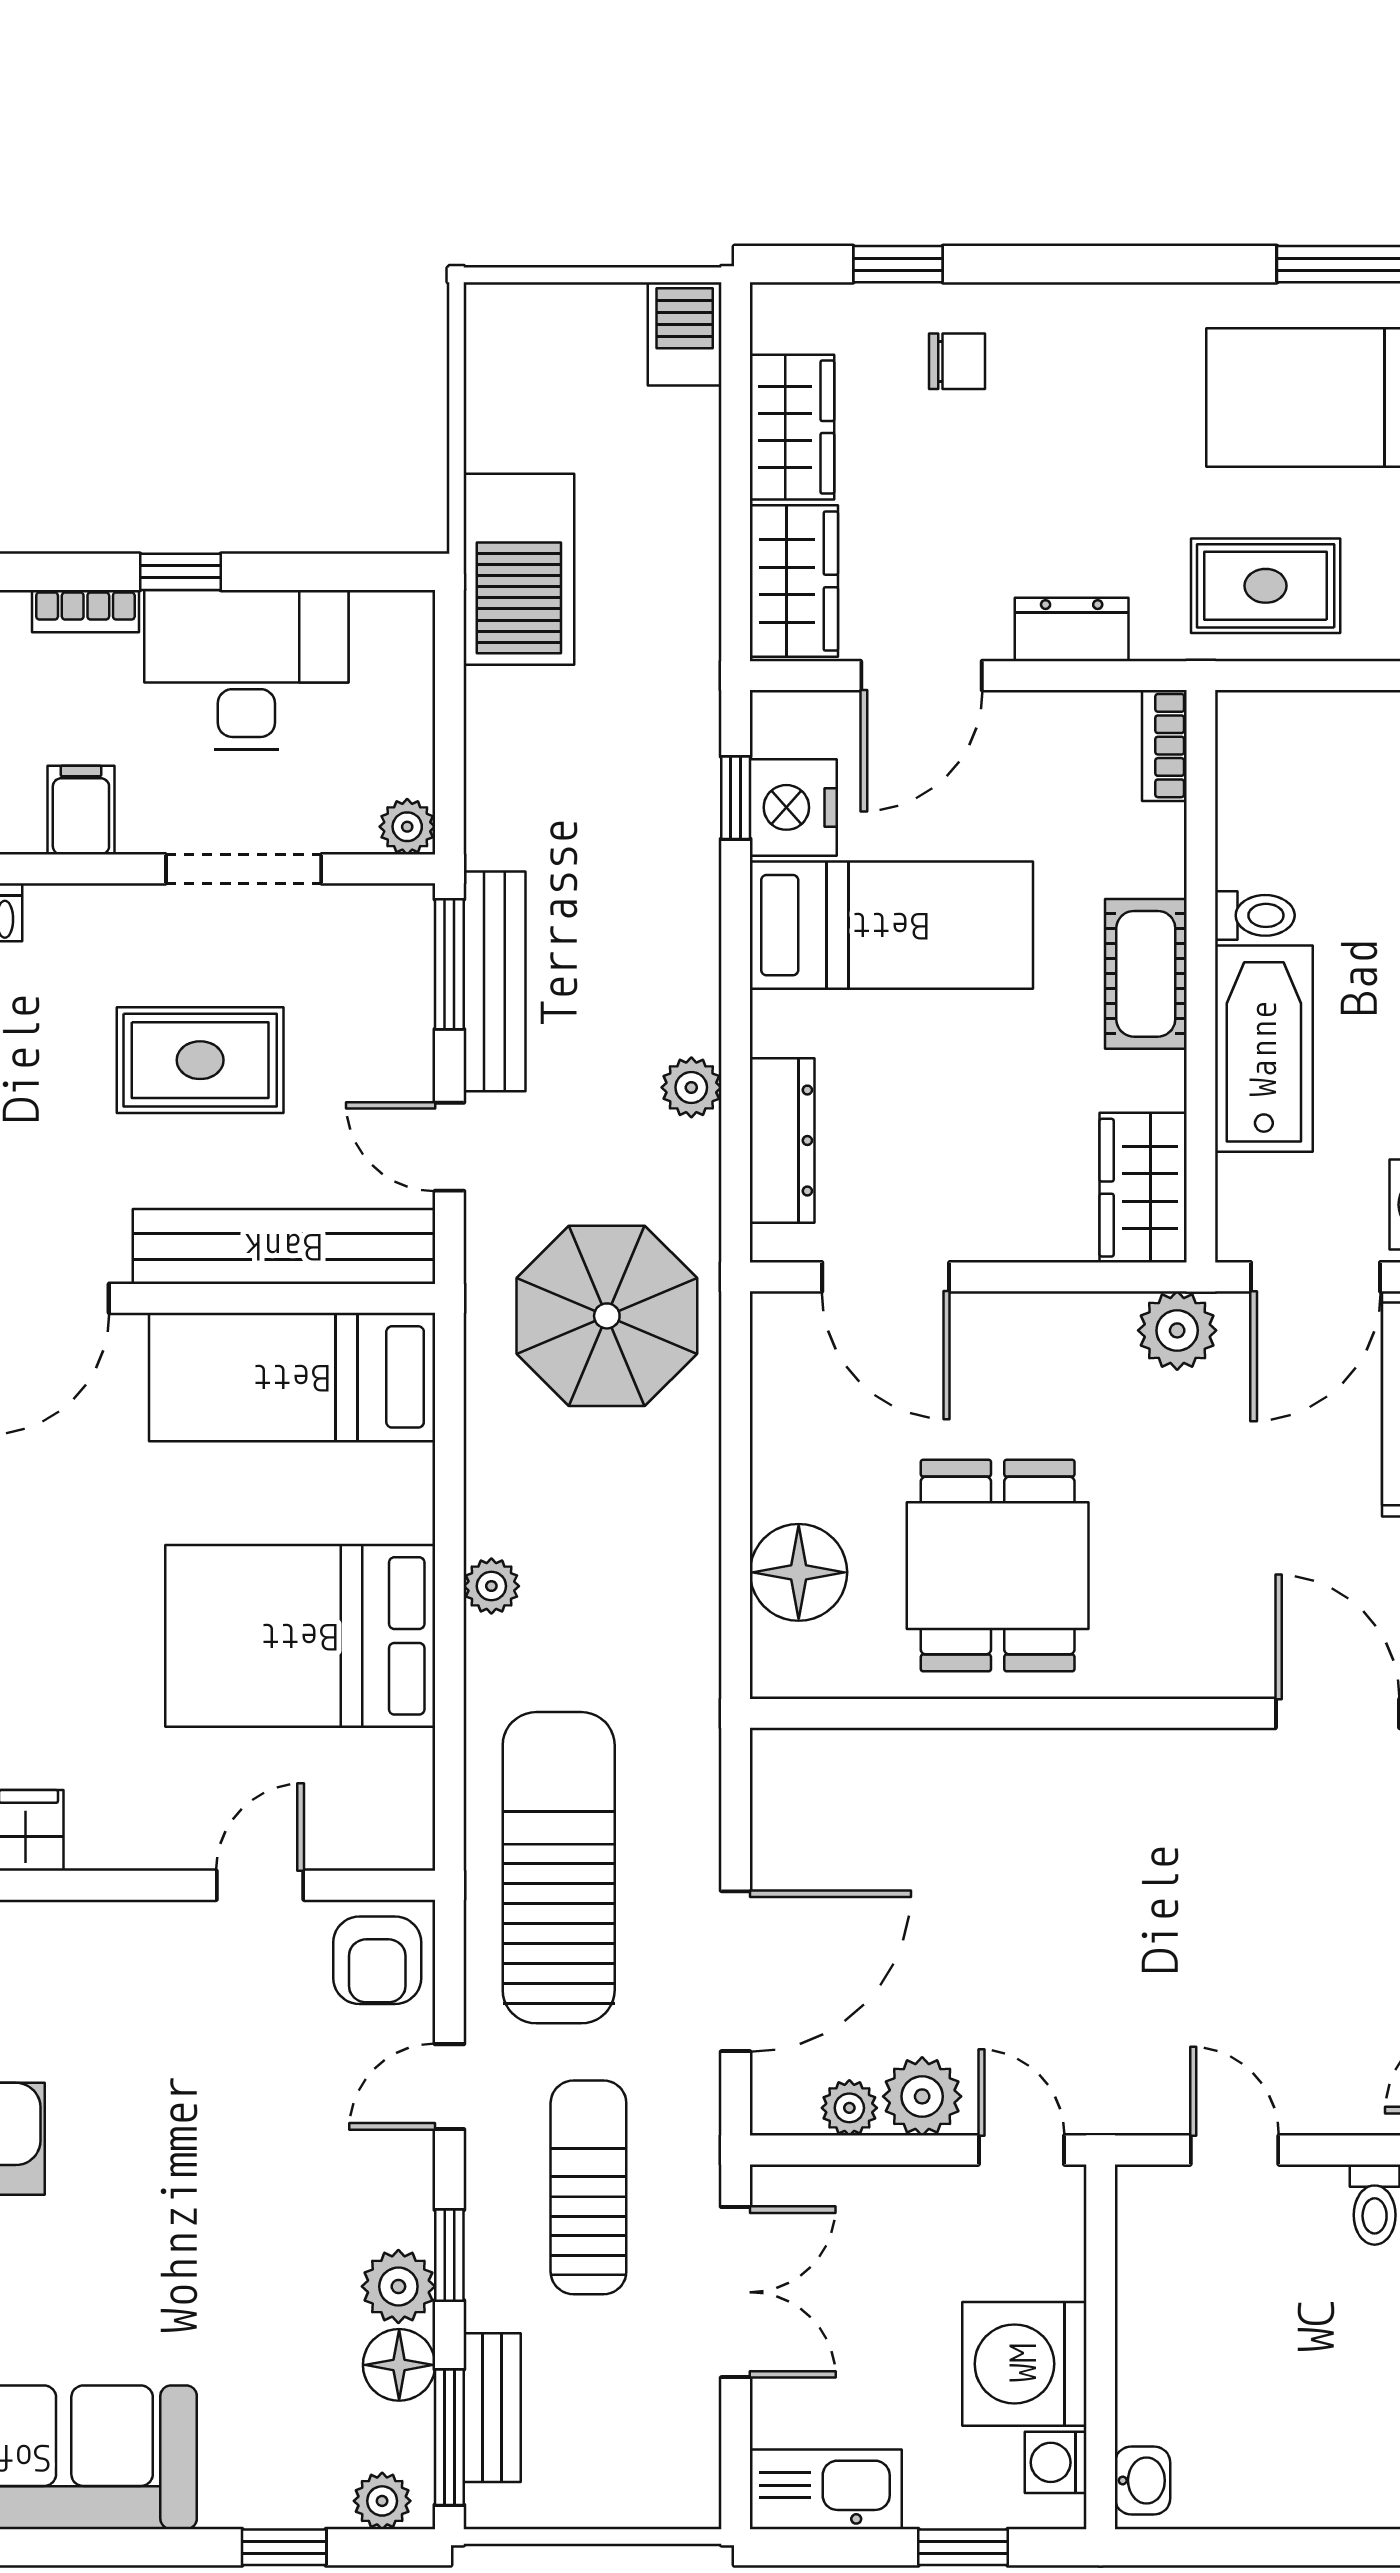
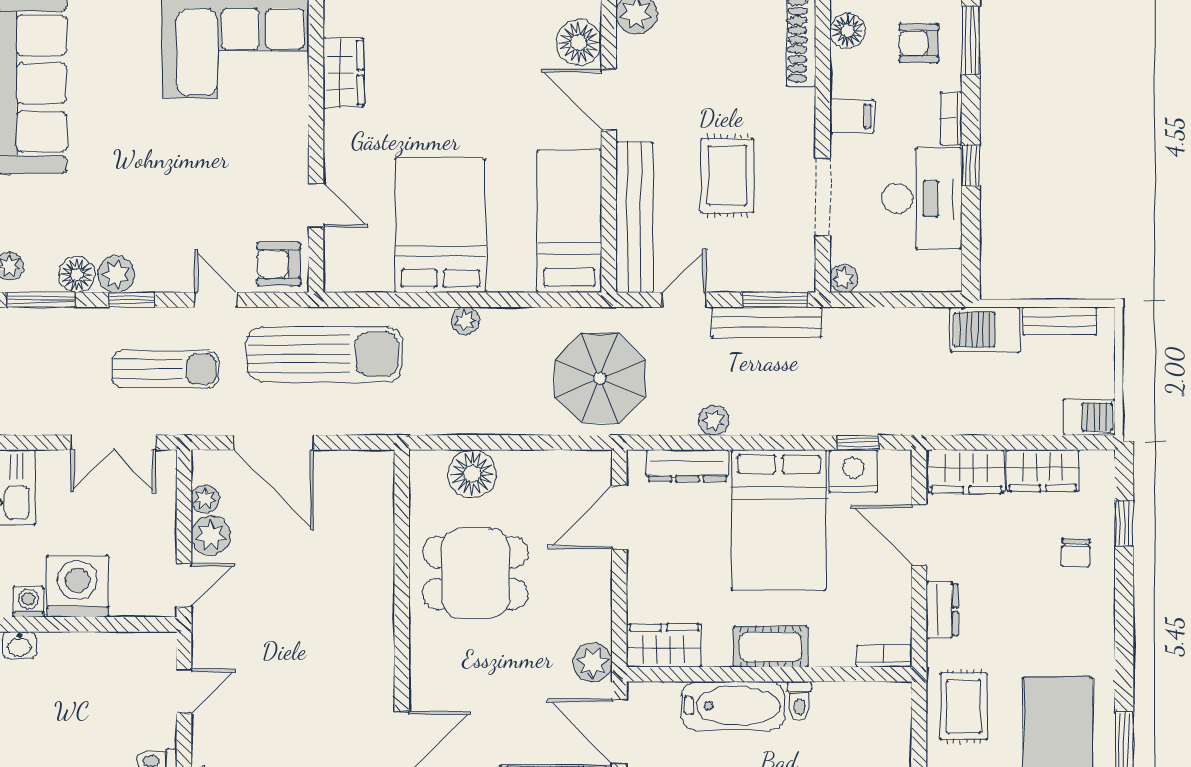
barbecue: (519, 569) -> (985, 330), width x0.73, depth x0.83
bed: (891, 925) -> (779, 520), width x1.50
bench: (492, 2408) -> (1060, 321), moved

